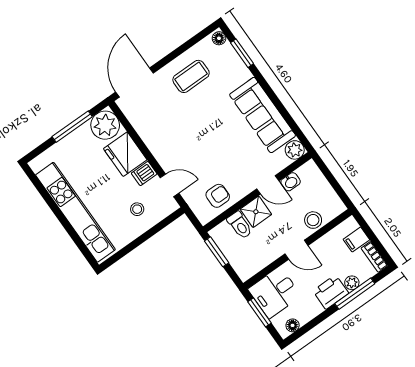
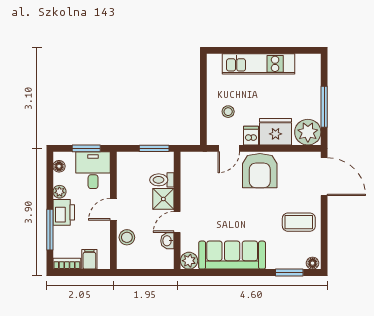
coffee table: (191, 76) -> (299, 222), turned 90
armchair: (218, 196) -> (260, 171), moved, width x1.88, depth x1.88
kitchen unit: (75, 212) -> (258, 64), width x0.73
plant: (352, 283) -> (59, 192), moved

